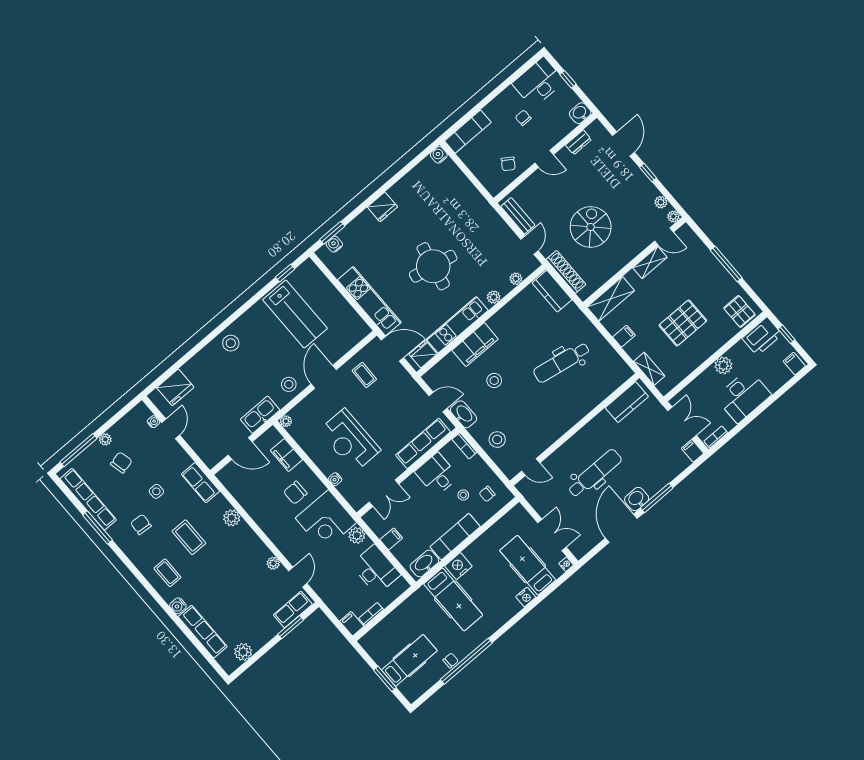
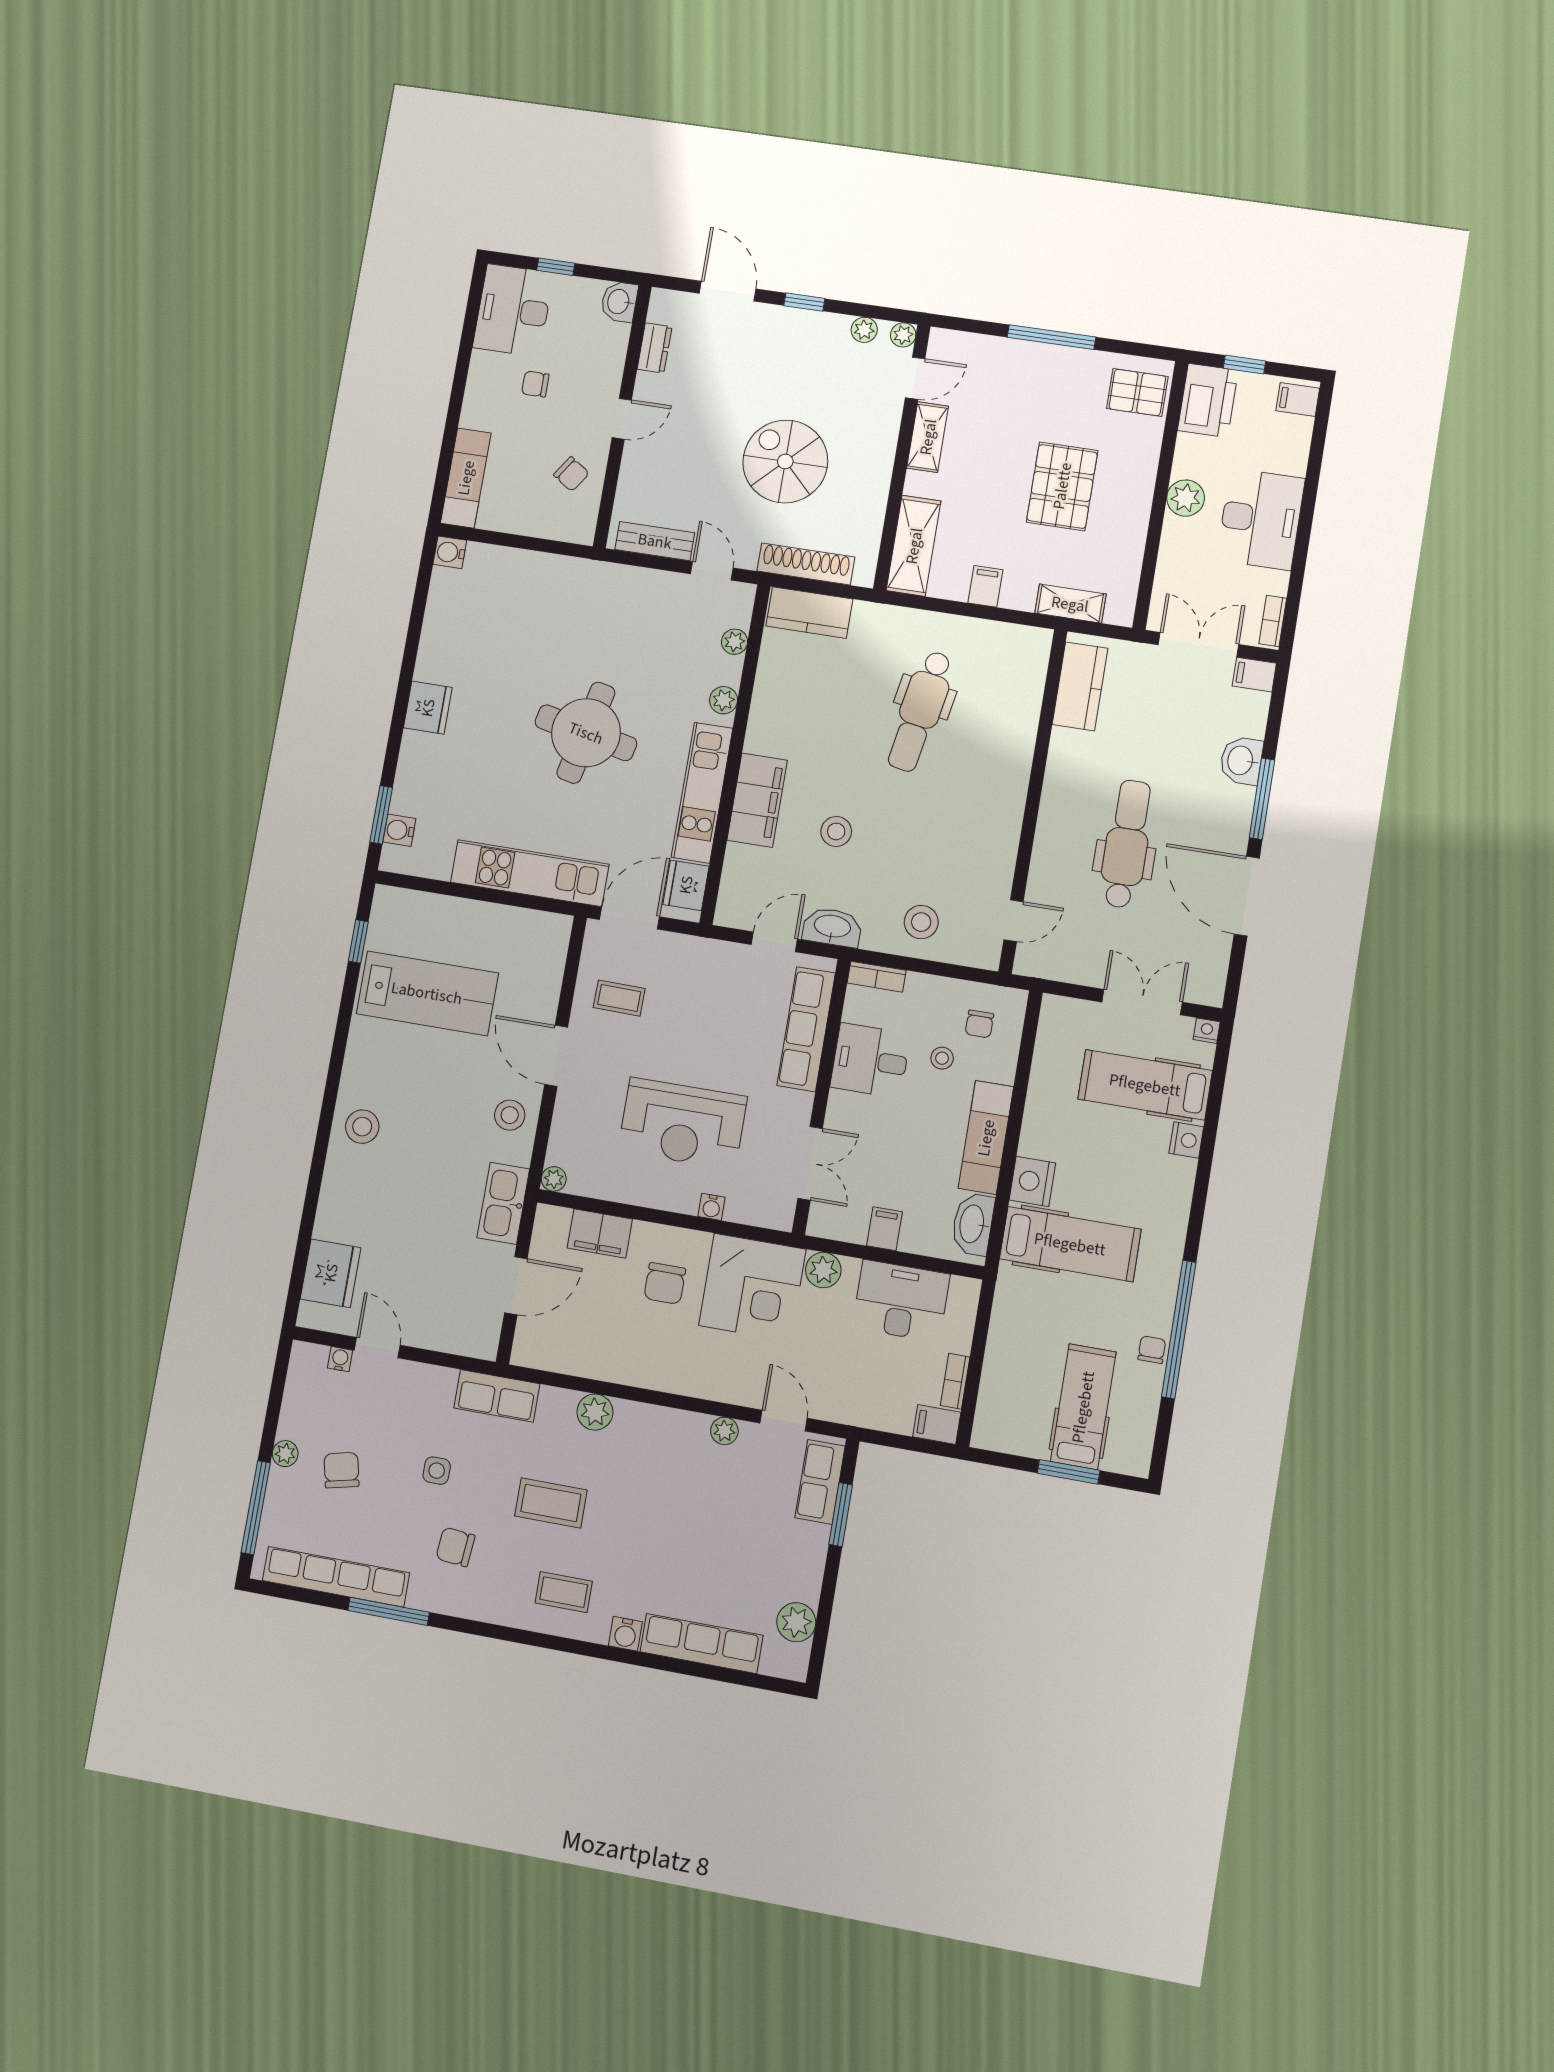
washbasin: (637, 499) -> (1241, 761), moved

